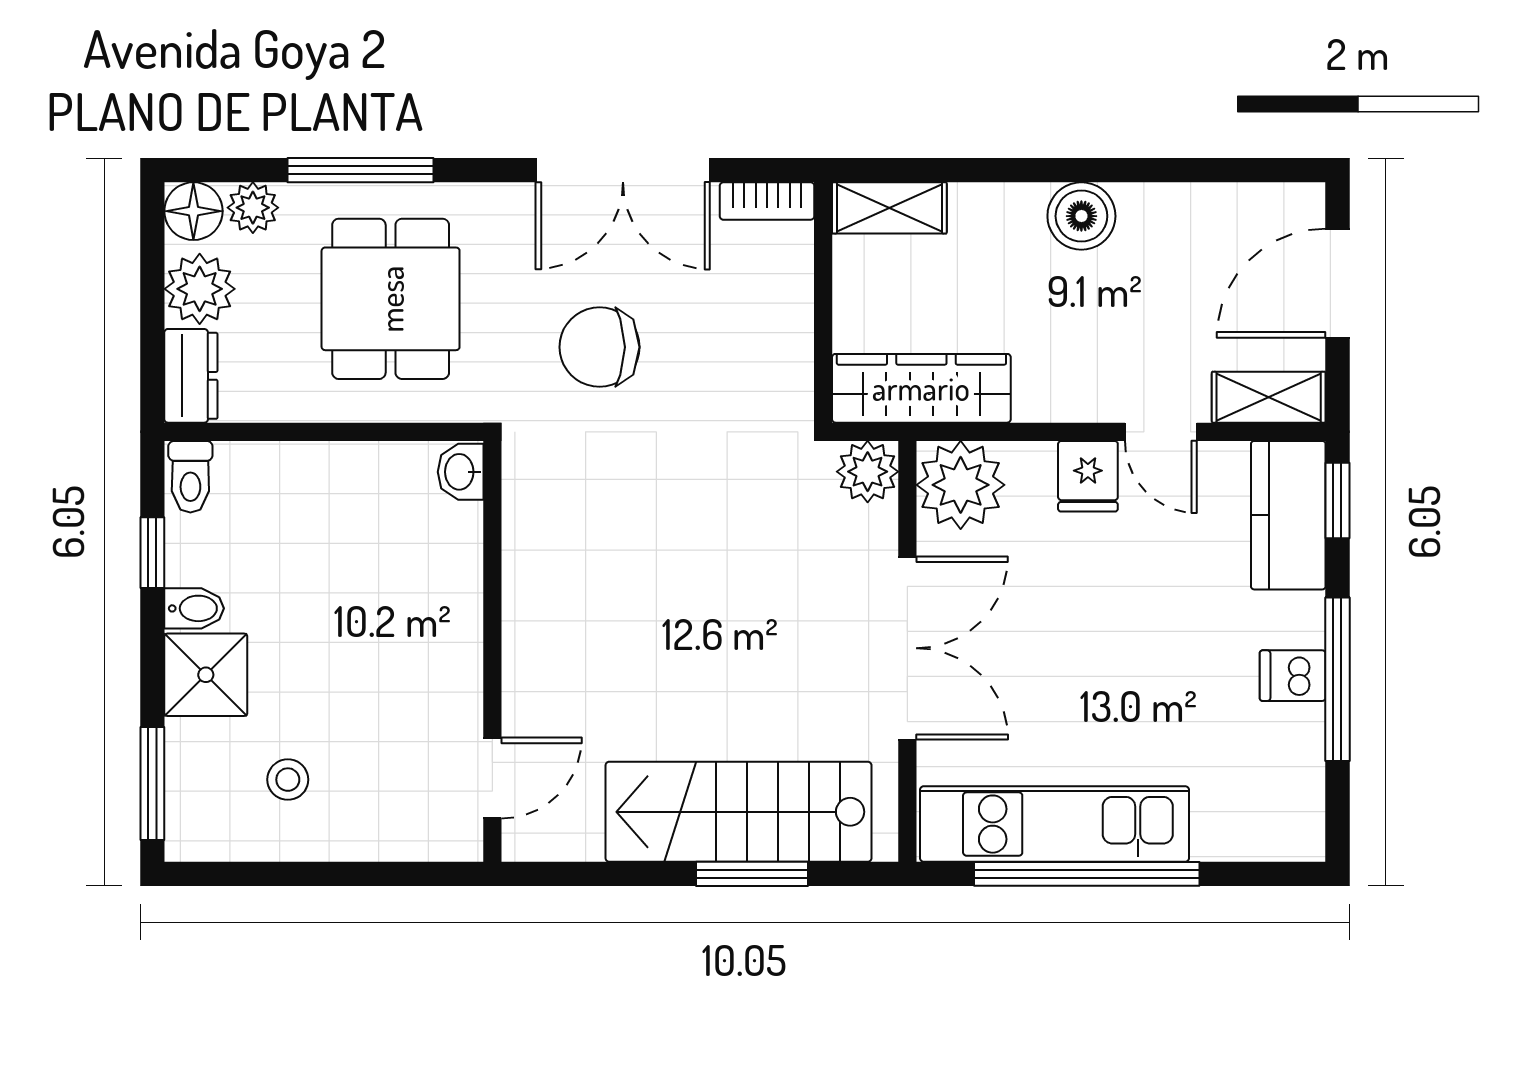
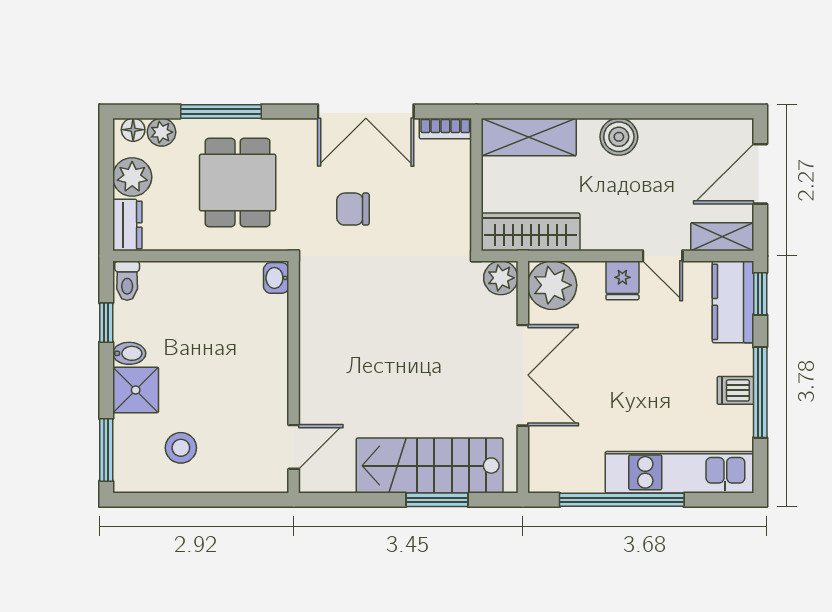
shelving: (889, 208) -> (529, 137), width x1.50, depth x1.33
floor lamp: (193, 211) -> (133, 130), width x0.73, depth x0.73
chair: (600, 347) -> (353, 209), width x0.73, depth x0.73
stool: (288, 780) -> (181, 448), width x1.37, depth x1.37
kitchen unit: (1054, 824) -> (679, 472), moved

